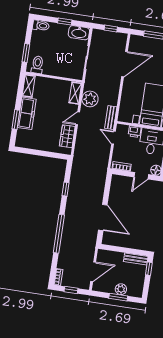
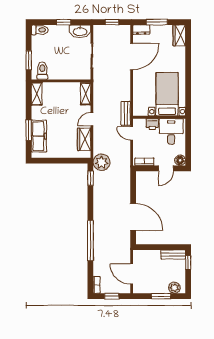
dresser: (138, 40) -> (141, 30), added
plant: (90, 99) -> (102, 162), moved
freezer: (27, 113) -> (39, 136), moved
window: (66, 189) -> (90, 178), moved
door: (93, 272) -> (132, 274), swing flipped
plant: (121, 289) -> (174, 288), moved

